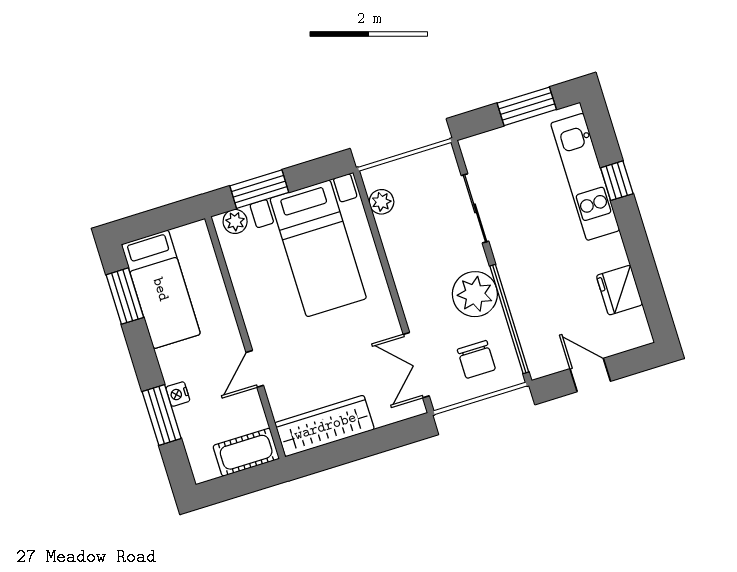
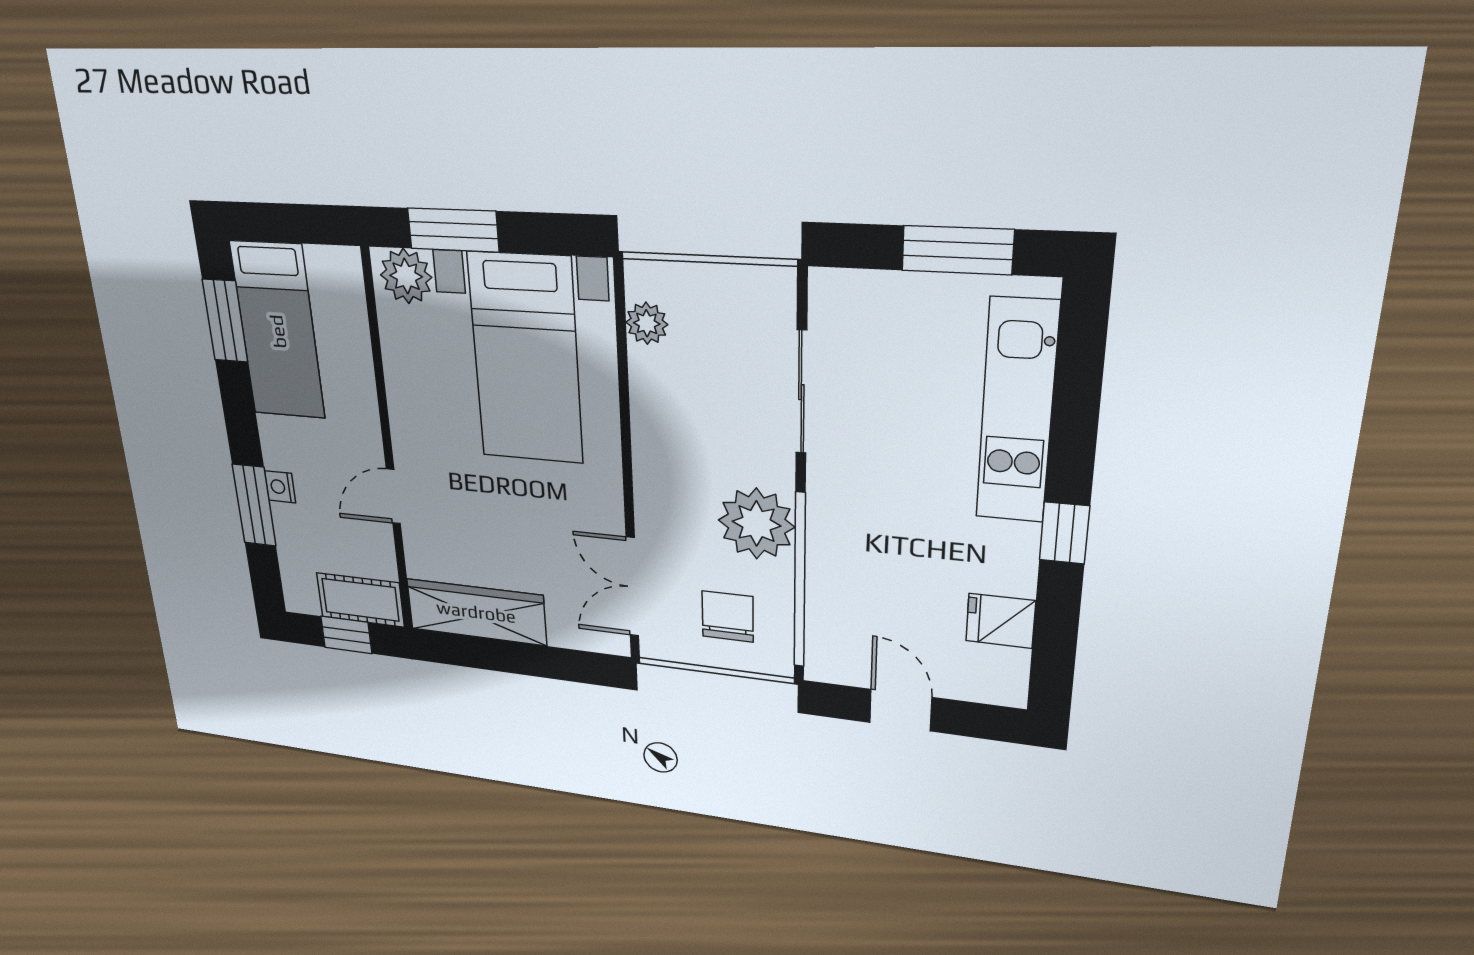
window: (617, 181) -> (1064, 533), moved
plant: (235, 221) -> (406, 276), width x1.38, depth x1.38
fridge: (619, 290) -> (1001, 621), width x0.72
chair: (476, 359) -> (728, 617), turned 180
window: (241, 483) -> (346, 635), added

